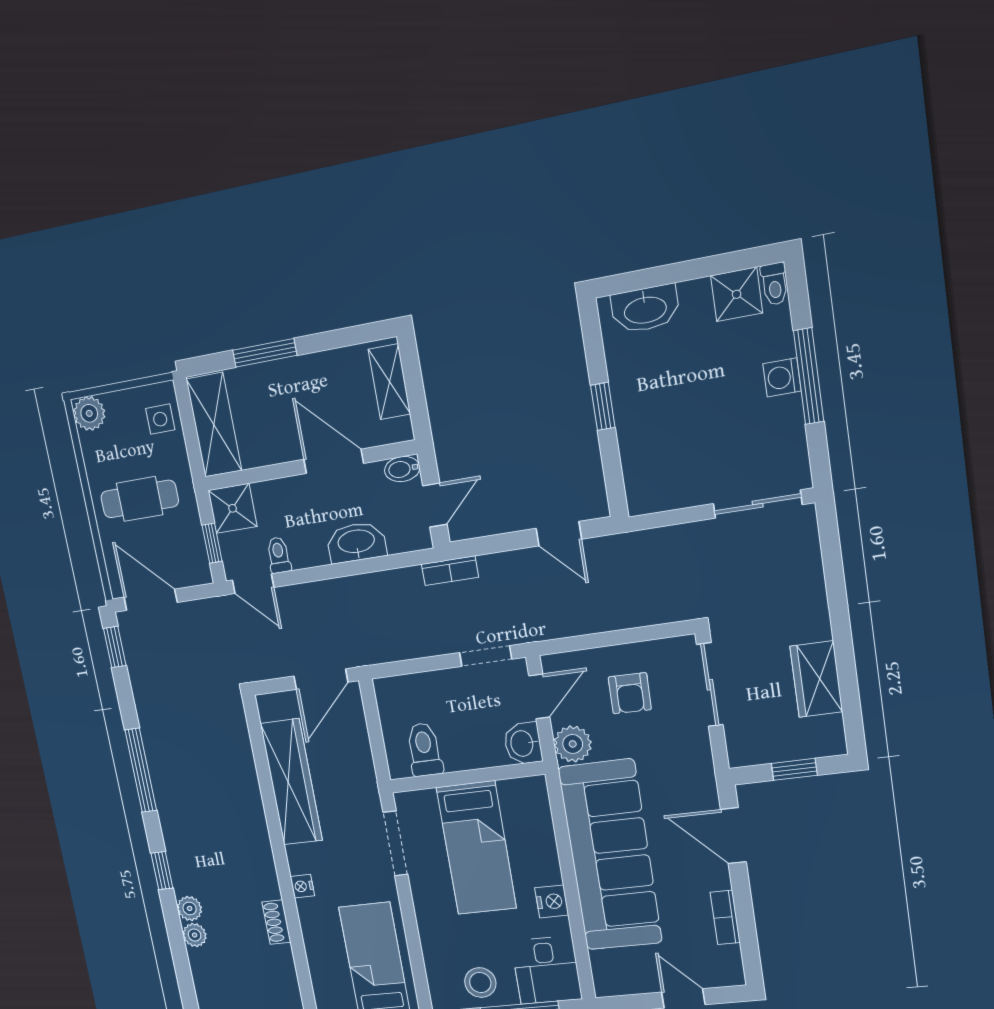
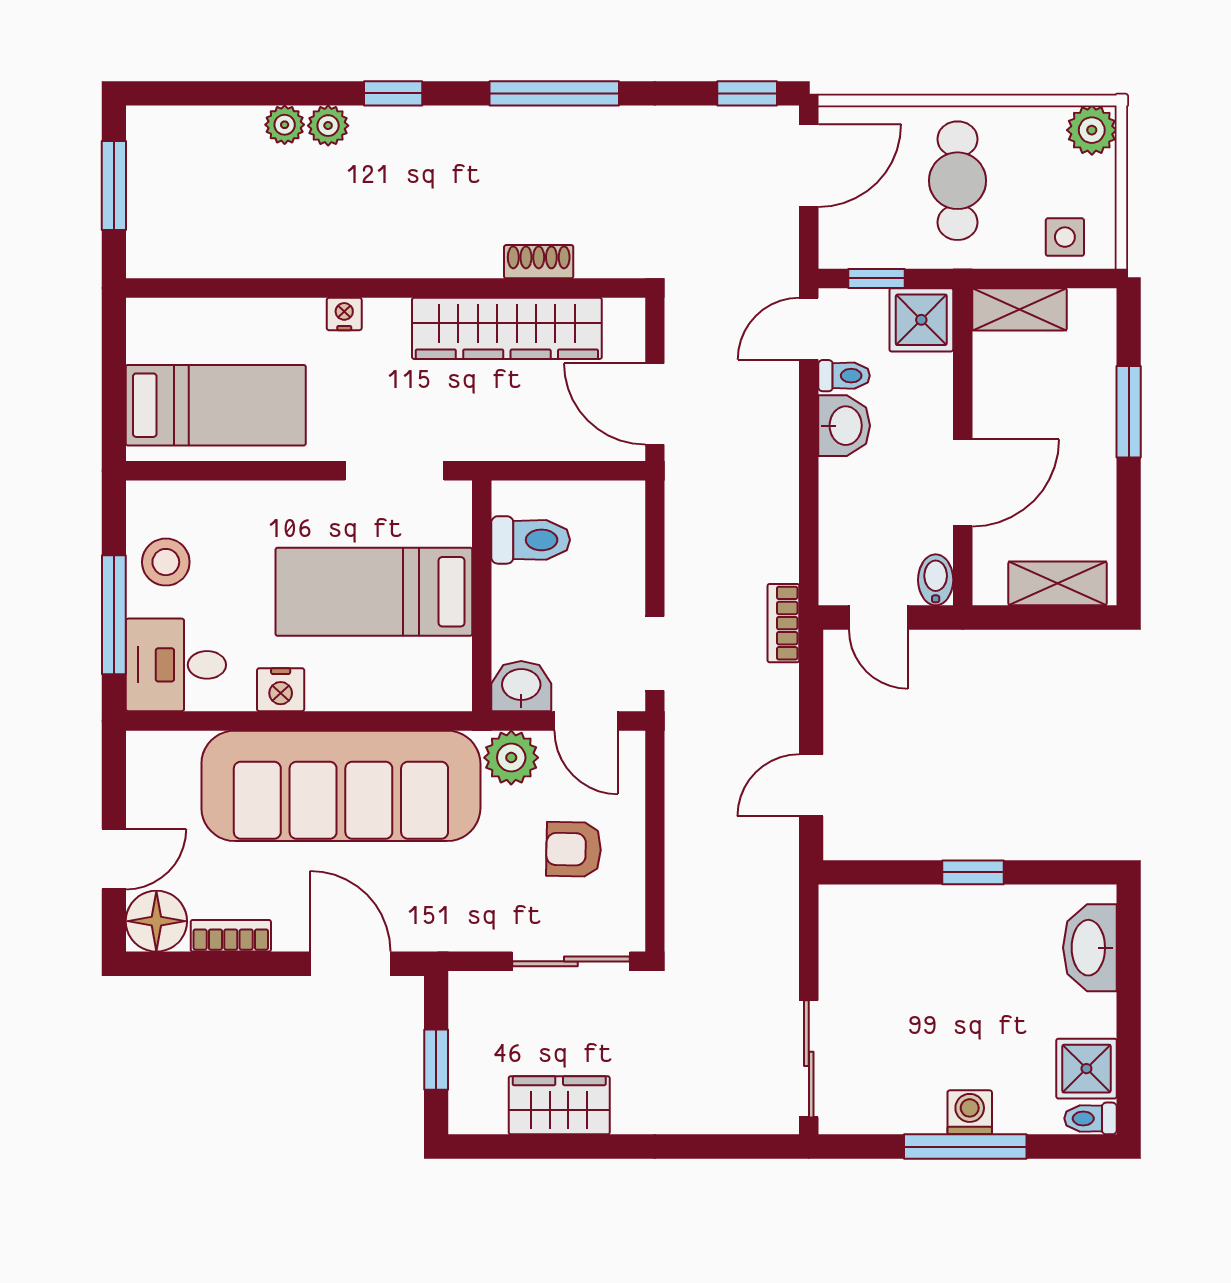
shelving: (214, 425) -> (1019, 309), width x0.67, depth x0.75
washbasin: (356, 542) -> (844, 426), moved, width x0.72
door: (733, 836) -> (350, 964), hinge flipped
shoe rack: (276, 922) -> (539, 262), moved
floor lamp: (722, 967) -> (156, 921), added

